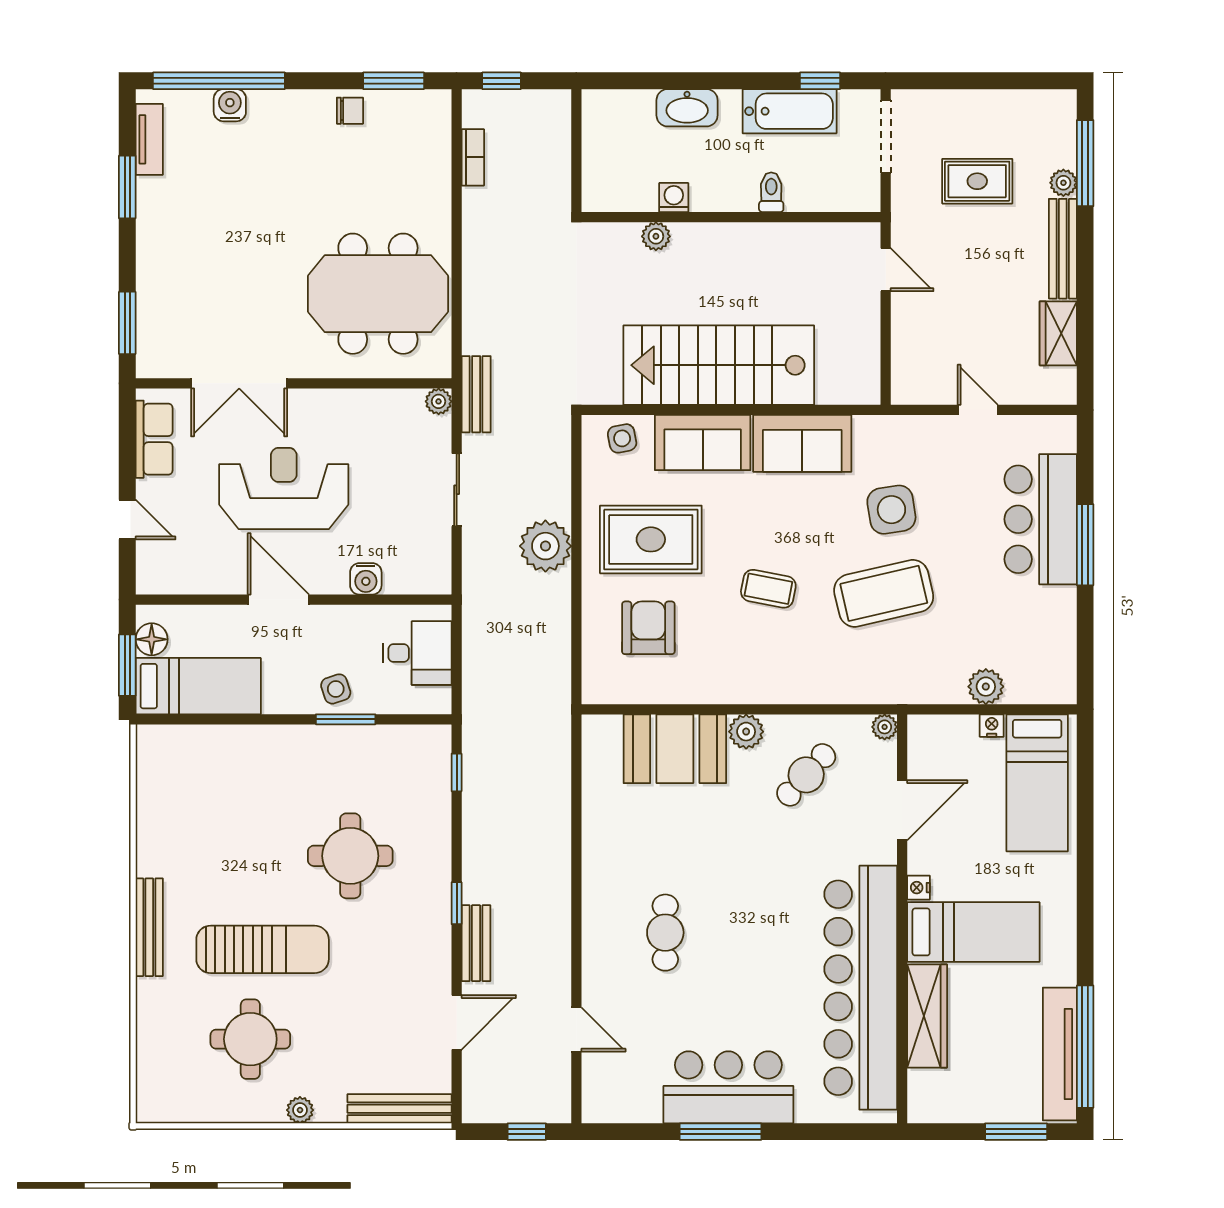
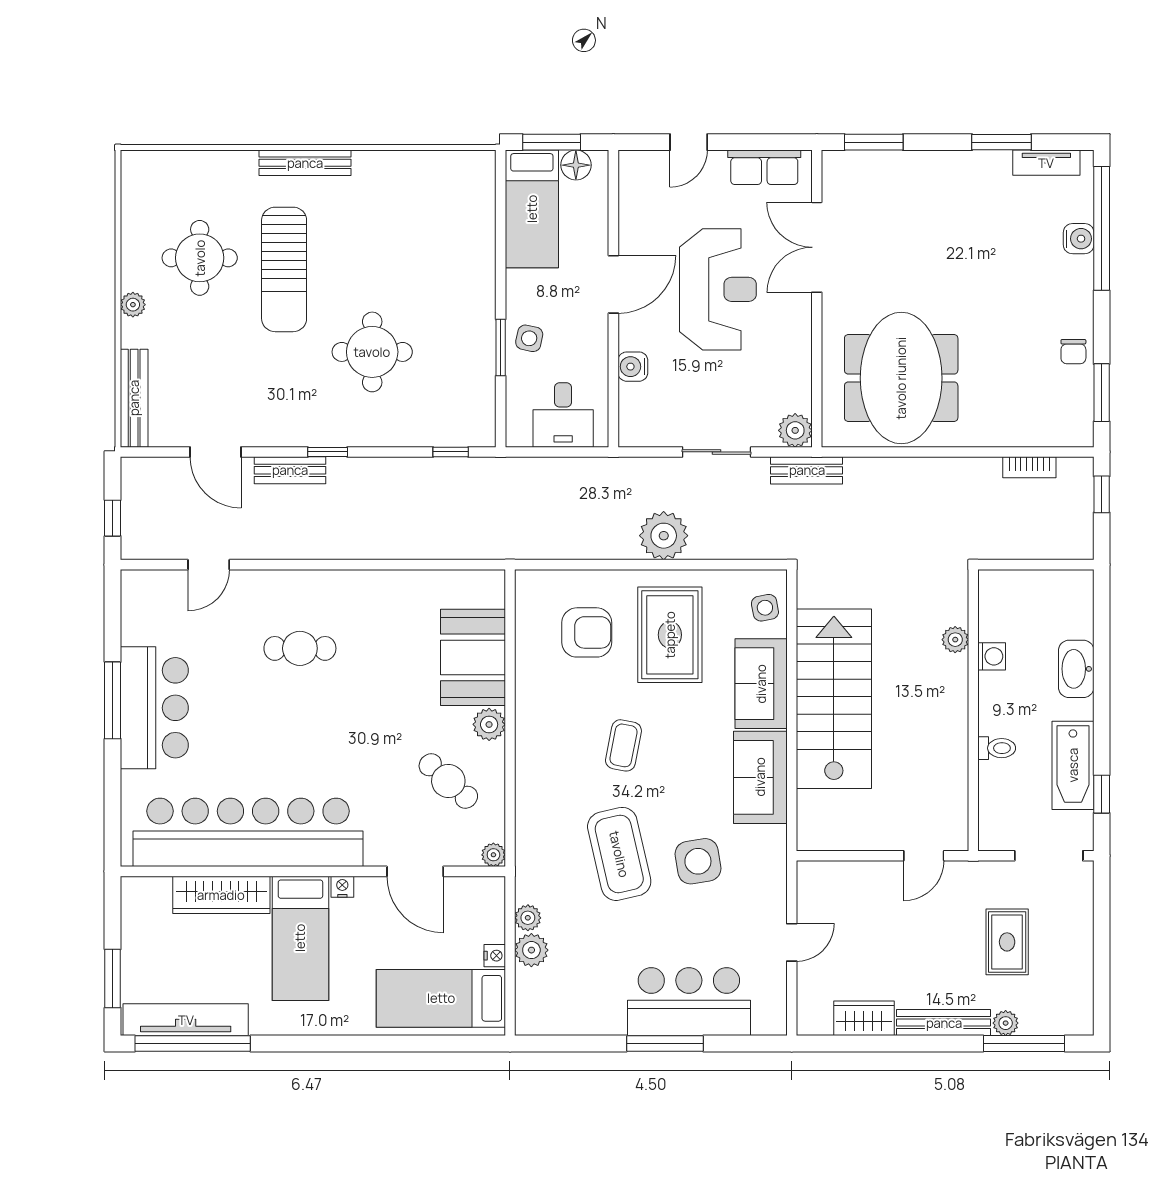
plant: (439, 401) -> (795, 430), width x1.38, depth x1.38
side table: (336, 689) -> (529, 338), turned 30
plant: (952, 690) -> (528, 918), added

